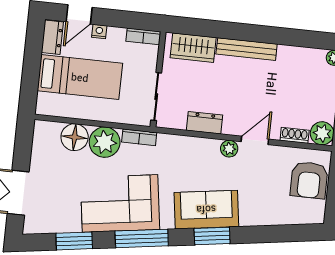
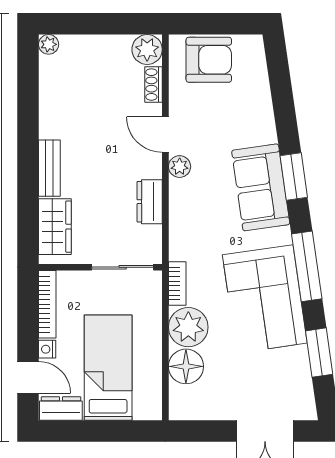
bookcase: (143, 36) -> (47, 304), width x1.56
bench: (247, 49) -> (49, 168), width x0.73

